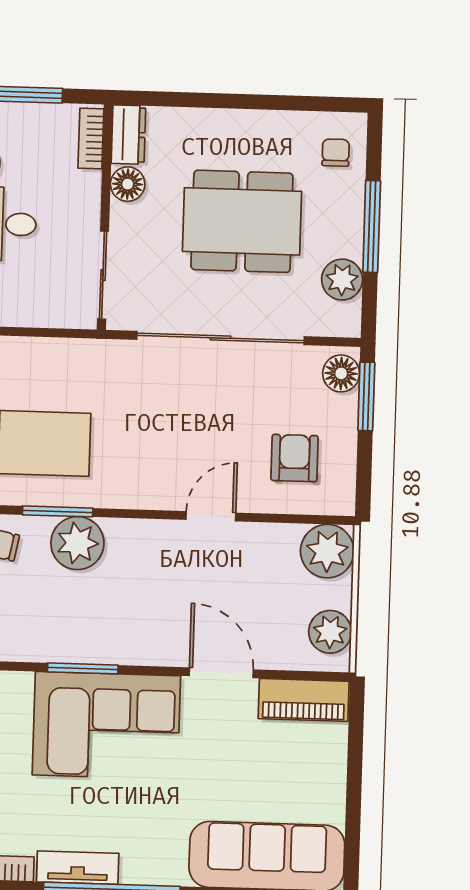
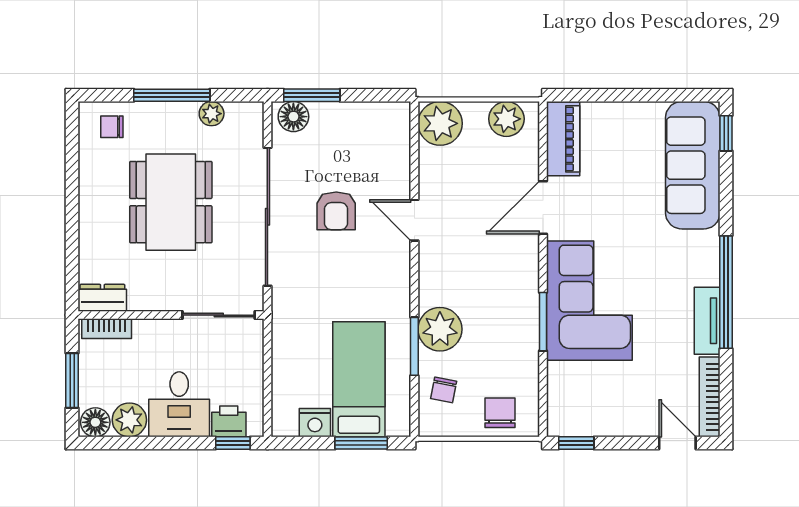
floor lamp: (128, 184) -> (143, 297), removed
plant: (342, 280) -> (212, 114), width x0.73, depth x0.73
armchair: (295, 458) -> (336, 211), moved, turned -90

